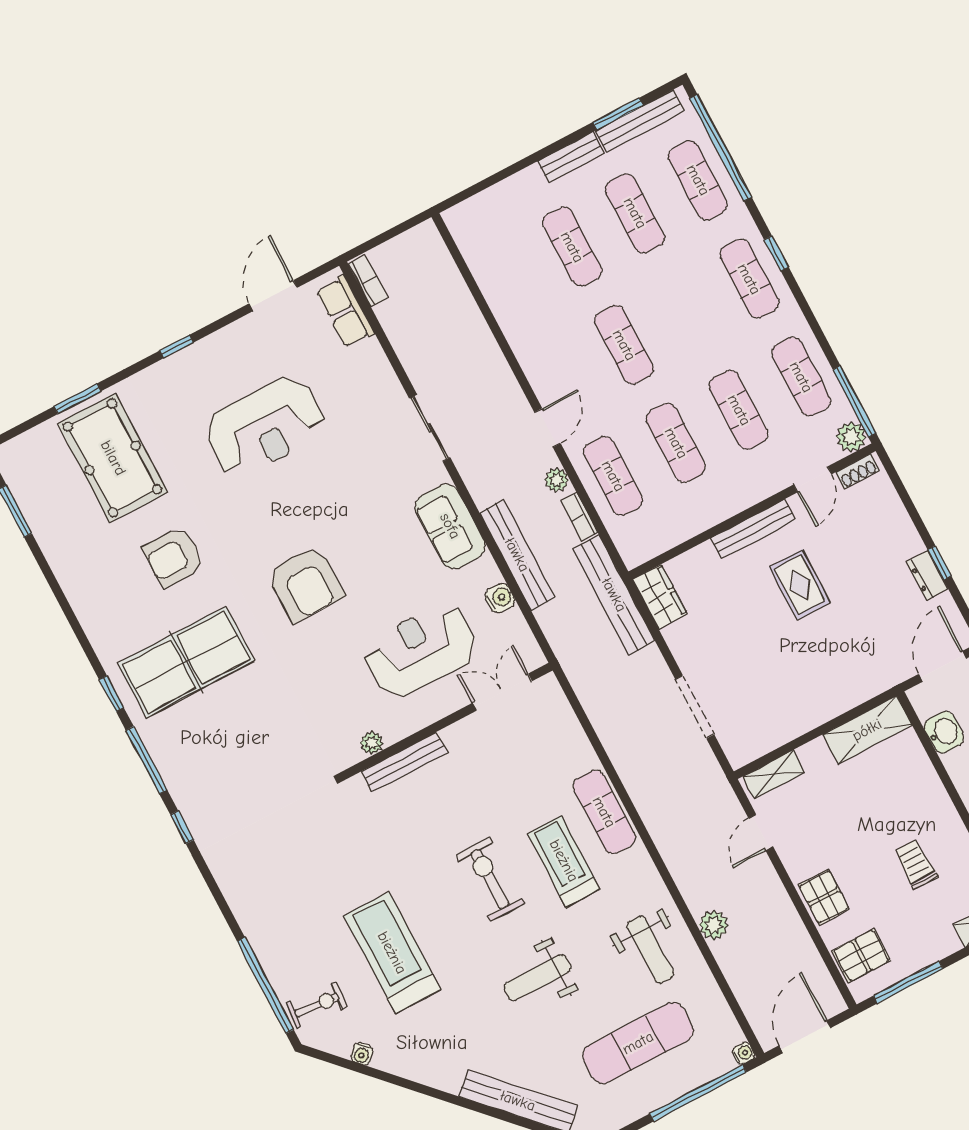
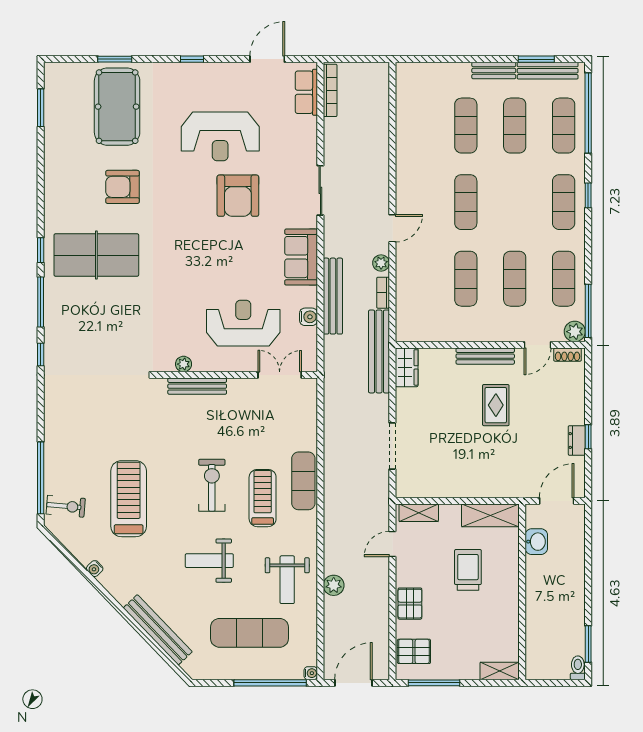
bookcase: (368, 281) -> (330, 90), width x1.56
exercise mat: (613, 476) -> (417, 279), removed
armchair: (306, 584) -> (238, 196), moved
trolley: (916, 864) -> (468, 570), moved, width x1.36, depth x1.39
water cooler: (362, 1054) -> (95, 569), moved

